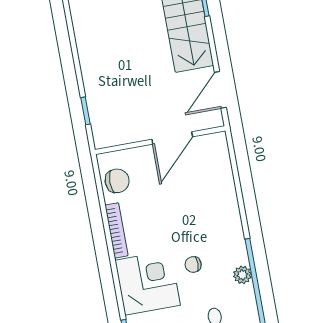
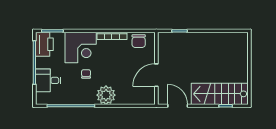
door: (172, 138) -> (156, 75), hinge flipped
plant: (242, 275) -> (106, 95), moved, width x1.88, depth x1.88

